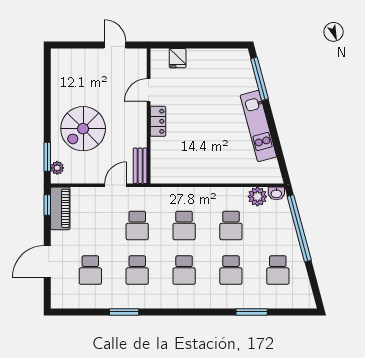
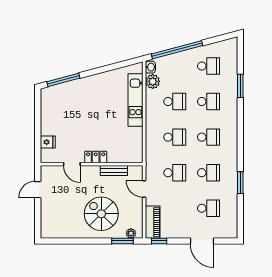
kitchen unit: (258, 126) -> (135, 100), moved, turned 105
spiral stairs: (83, 129) -> (101, 214), turned 180
bench: (140, 166) -> (114, 170), moved
piano: (60, 208) -> (153, 222), moved, turned 90

